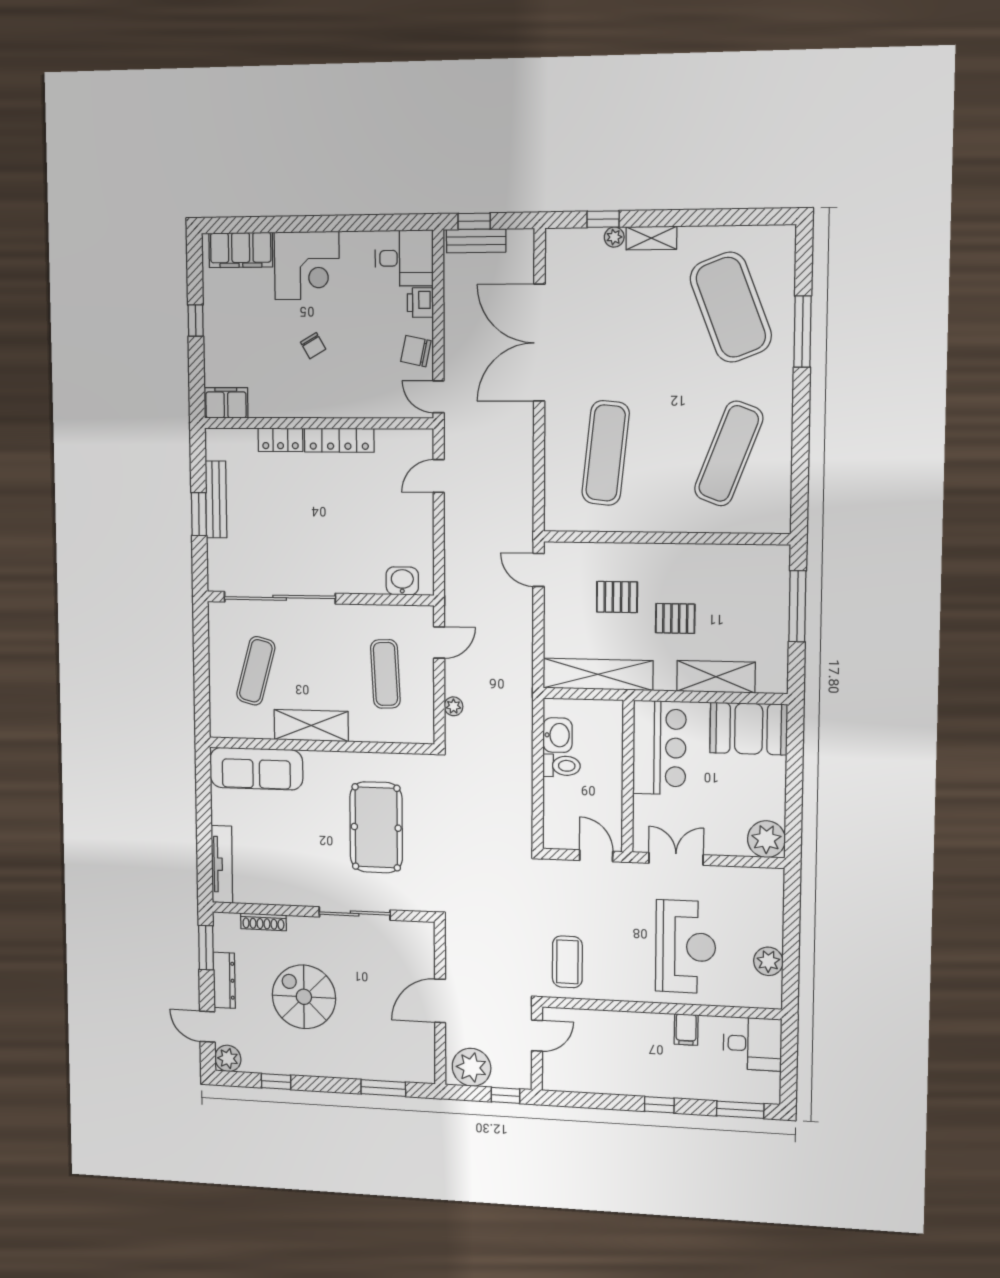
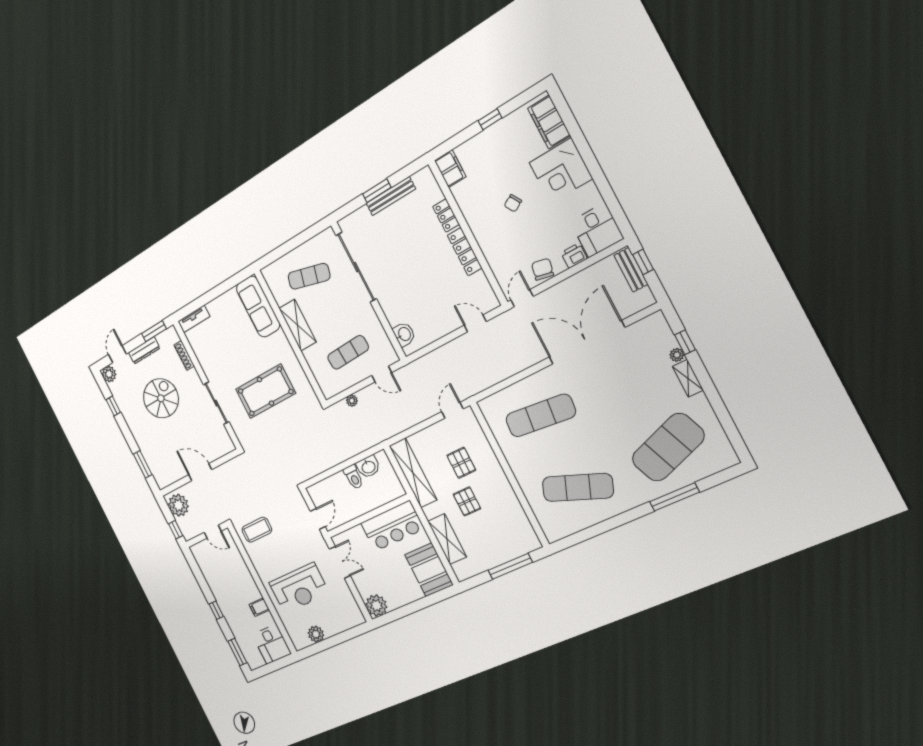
tv unit: (222, 864) -> (194, 319), width x0.71

